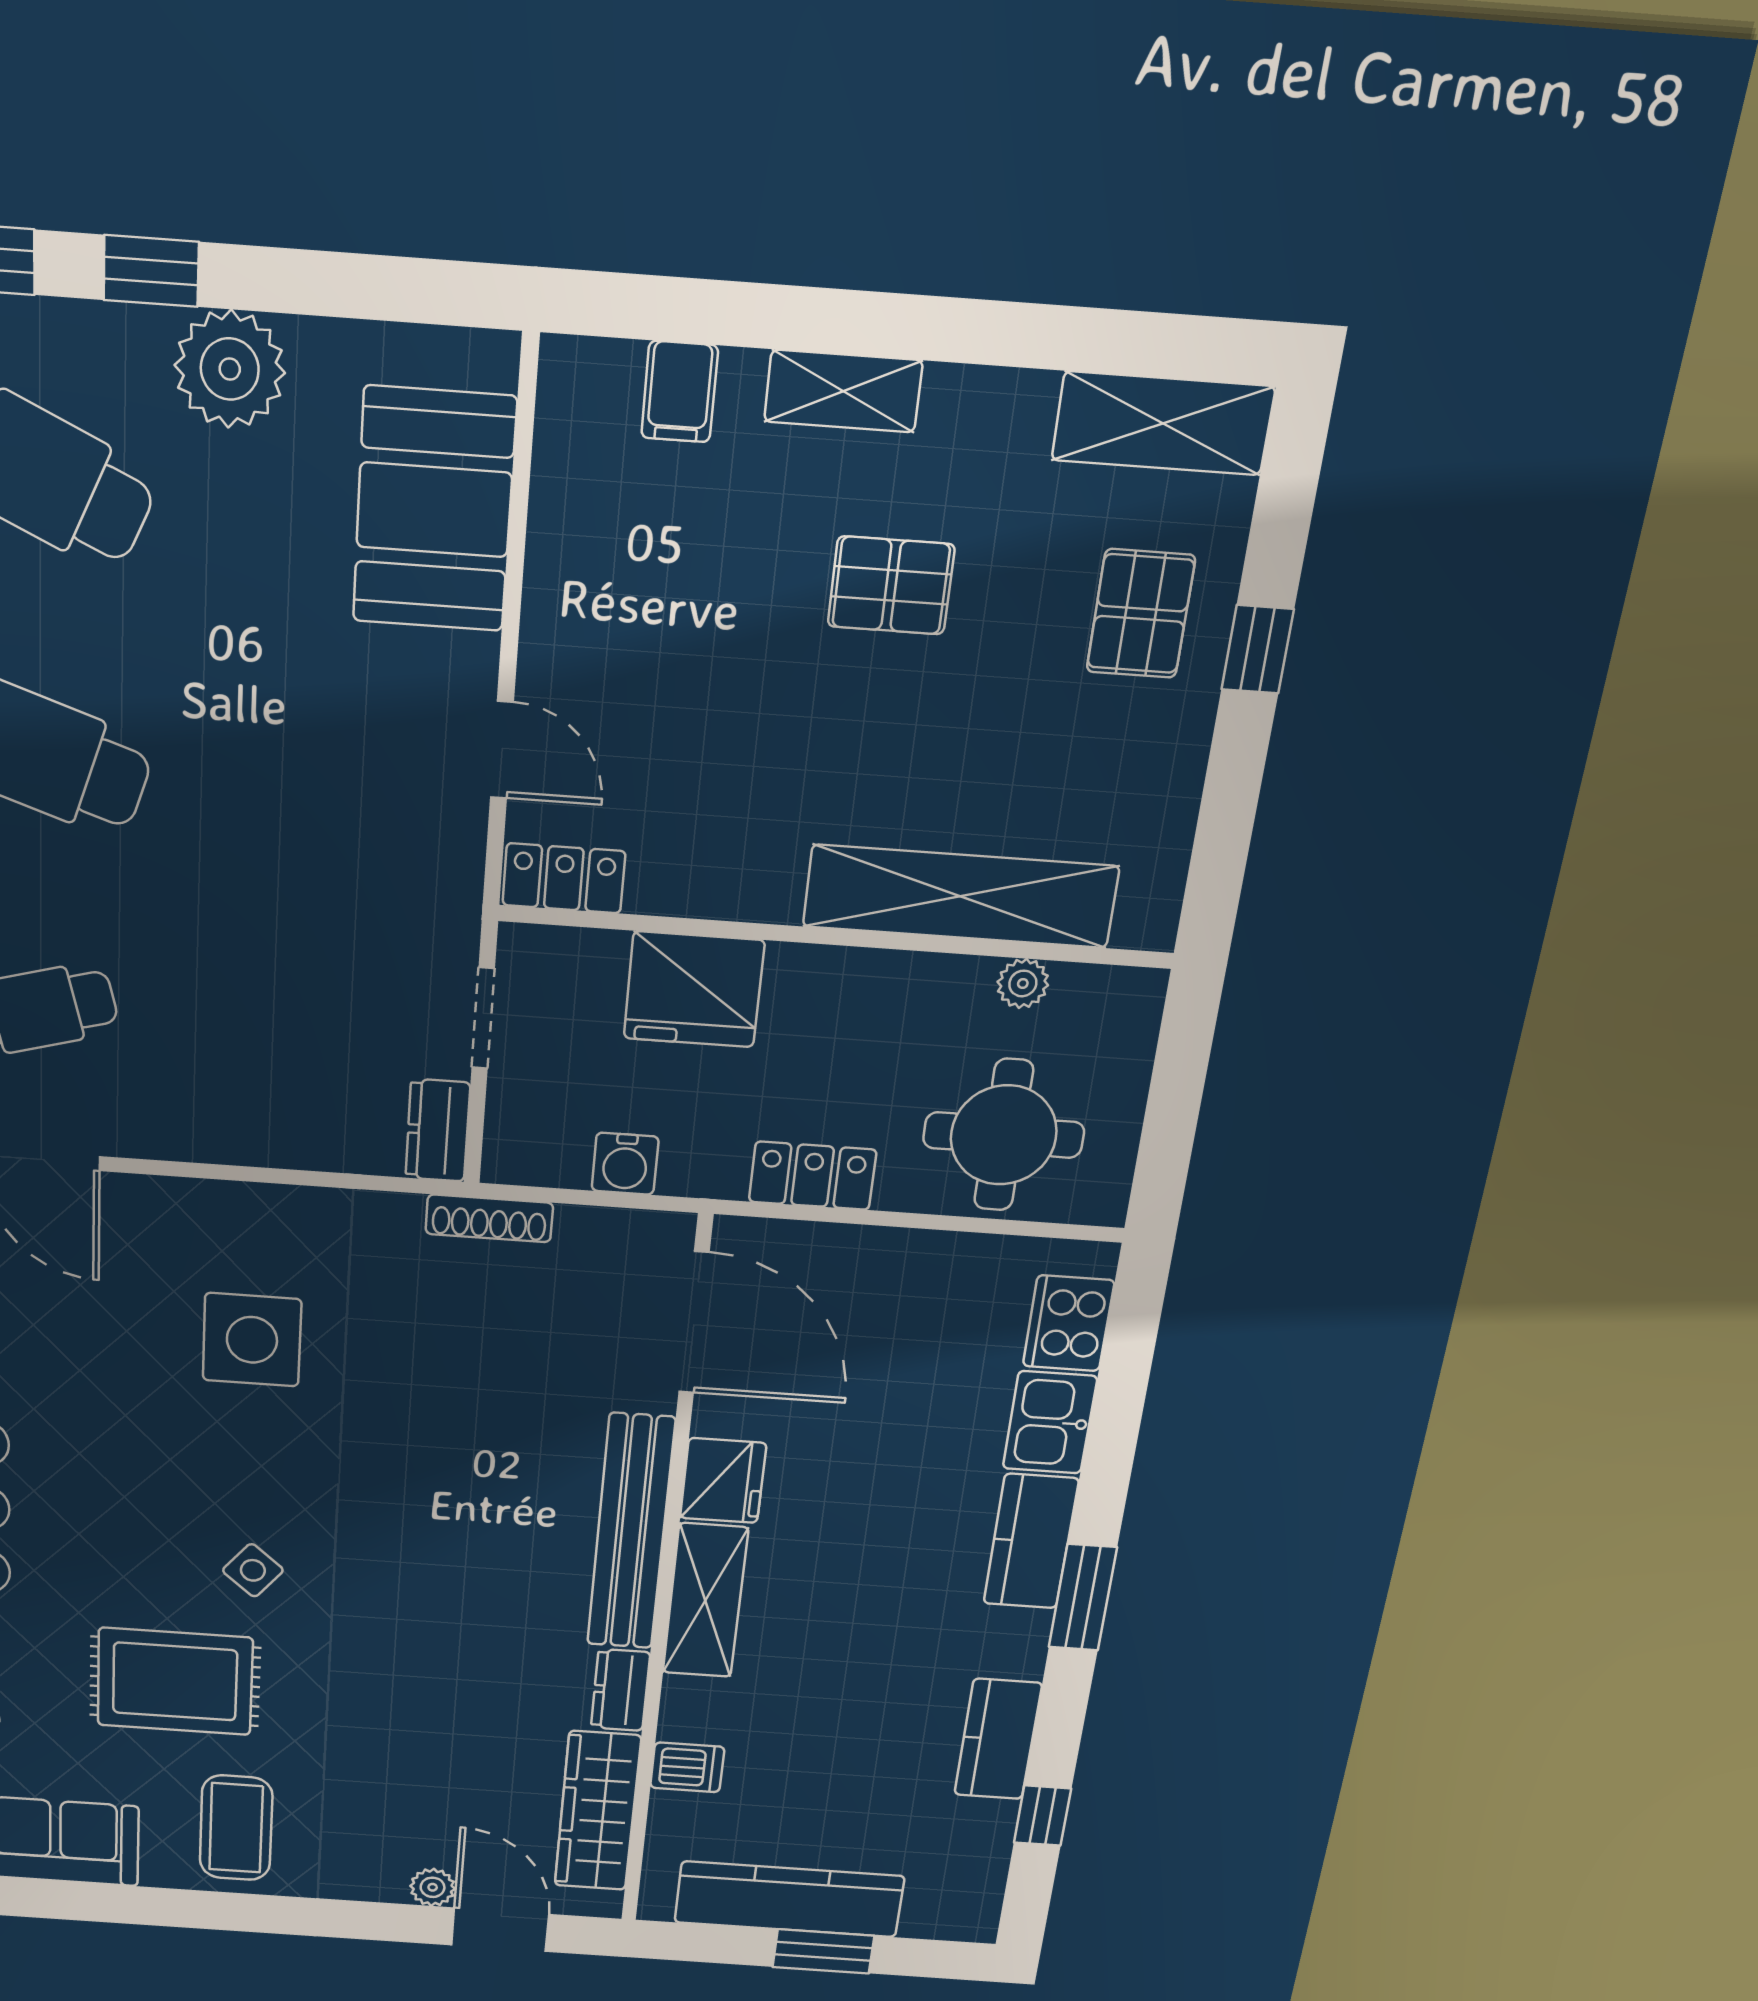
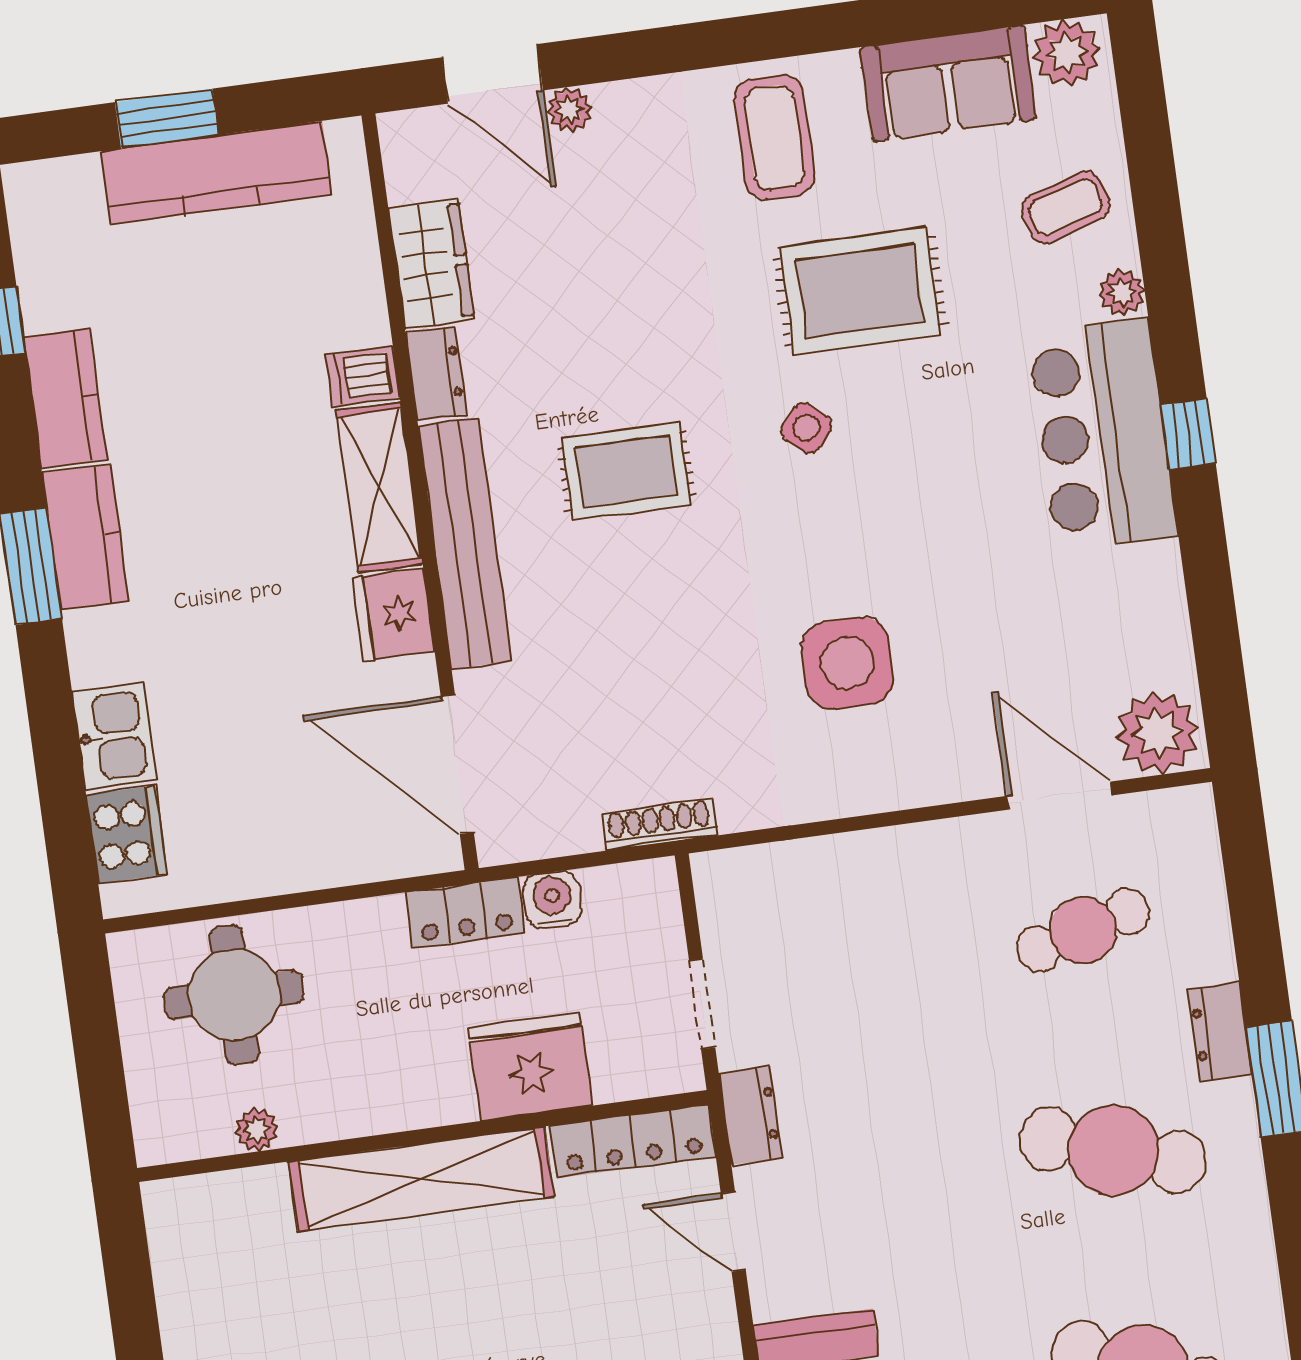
locker: (564, 878) -> (633, 1141), width x1.53
shelving: (960, 896) -> (421, 1179), moved
dresser: (438, 1130) -> (751, 1116), moved
locker: (813, 1176) -> (465, 913), moved
kitchen counter: (1031, 1541) -> (86, 537), moved
rug: (448, 1567) -> (626, 471), added
dishwasher: (687, 1767) -> (363, 376), moved
wardrobe: (598, 1811) -> (431, 264), width x0.67

